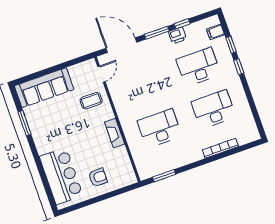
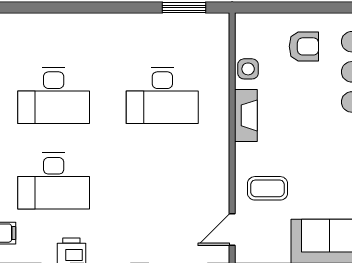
bookcase: (220, 148) -> (66, 21), removed
side table: (122, 156) -> (248, 69), added
armchair: (98, 177) -> (304, 46), turned 180

